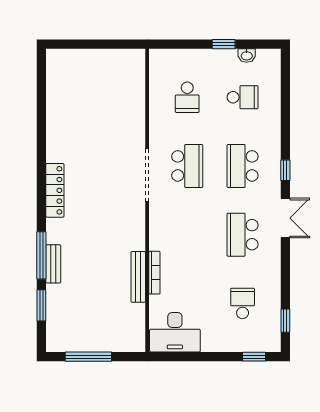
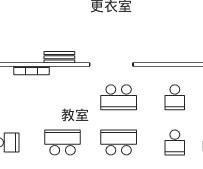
school desk: (187, 97) -> (175, 97), turned -90
bench: (138, 277) -> (59, 57), moved, width x0.73

